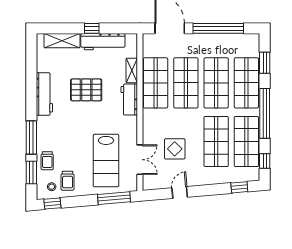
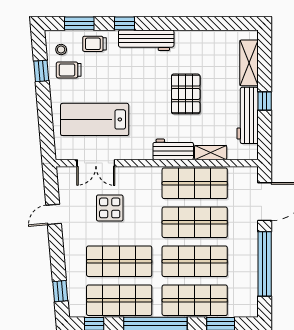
workbench: (44, 94) -> (146, 40), moved
window: (31, 137) -> (124, 23), width x0.46
door: (180, 192) -> (54, 214), swing flipped
window: (114, 198) -> (46, 130), removed
window: (52, 203) -> (41, 71), moved

